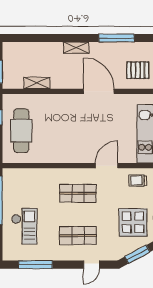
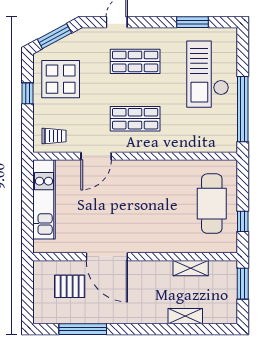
shelving: (76, 48) -> (185, 316), moved
pallet: (138, 70) -> (70, 286), moved
checkout: (24, 226) -> (208, 74), width x1.36, depth x1.21
window: (35, 265) -> (192, 22), width x0.69

